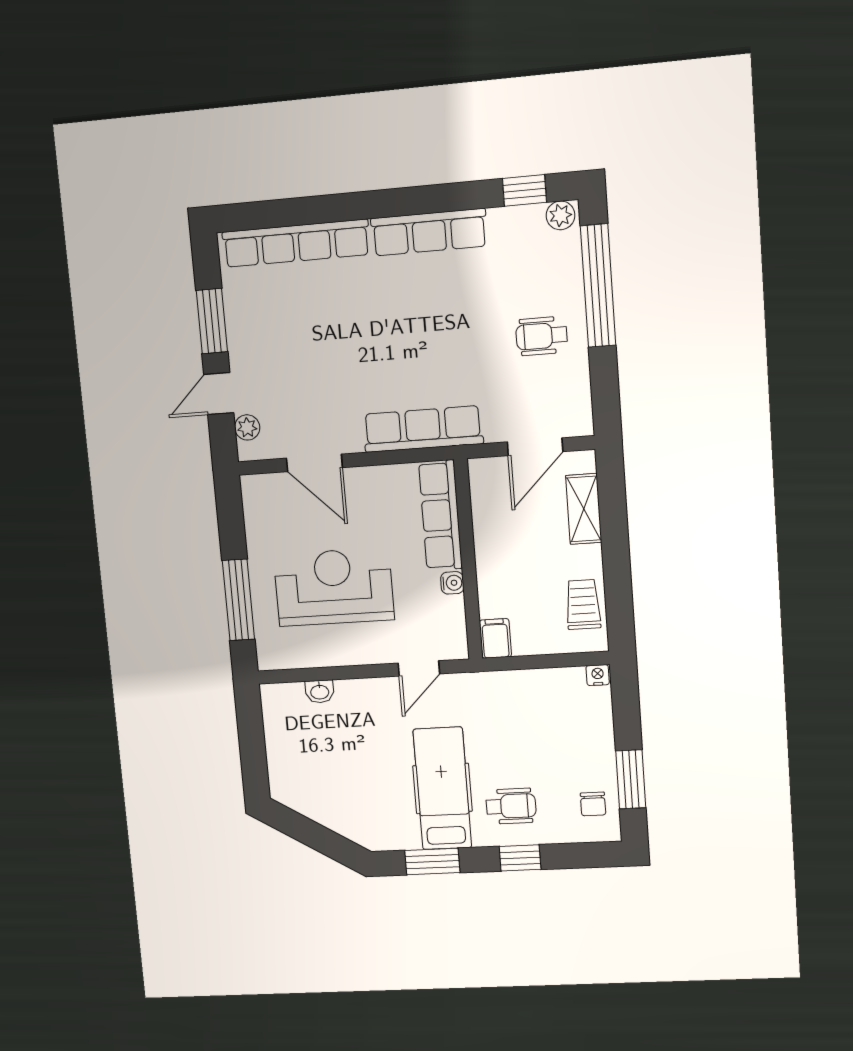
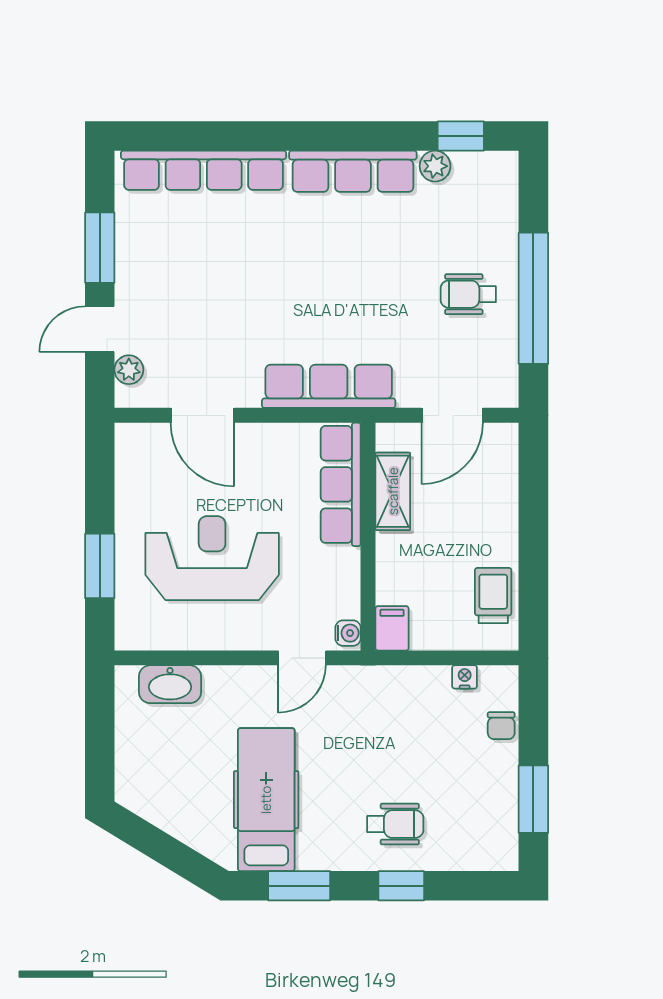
plant: (561, 215) -> (435, 166), moved
window: (598, 286) -> (533, 298), moved
shelving: (584, 509) -> (393, 491), moved
water cooler: (452, 583) -> (348, 633), moved
window: (238, 600) -> (100, 566), width x0.69
nightstand: (598, 675) -> (465, 677), moved
washbasin: (320, 692) -> (170, 684), width x1.91, depth x1.45
hospital bed: (442, 789) -> (266, 800), moved
chair: (593, 804) -> (501, 726), moved

